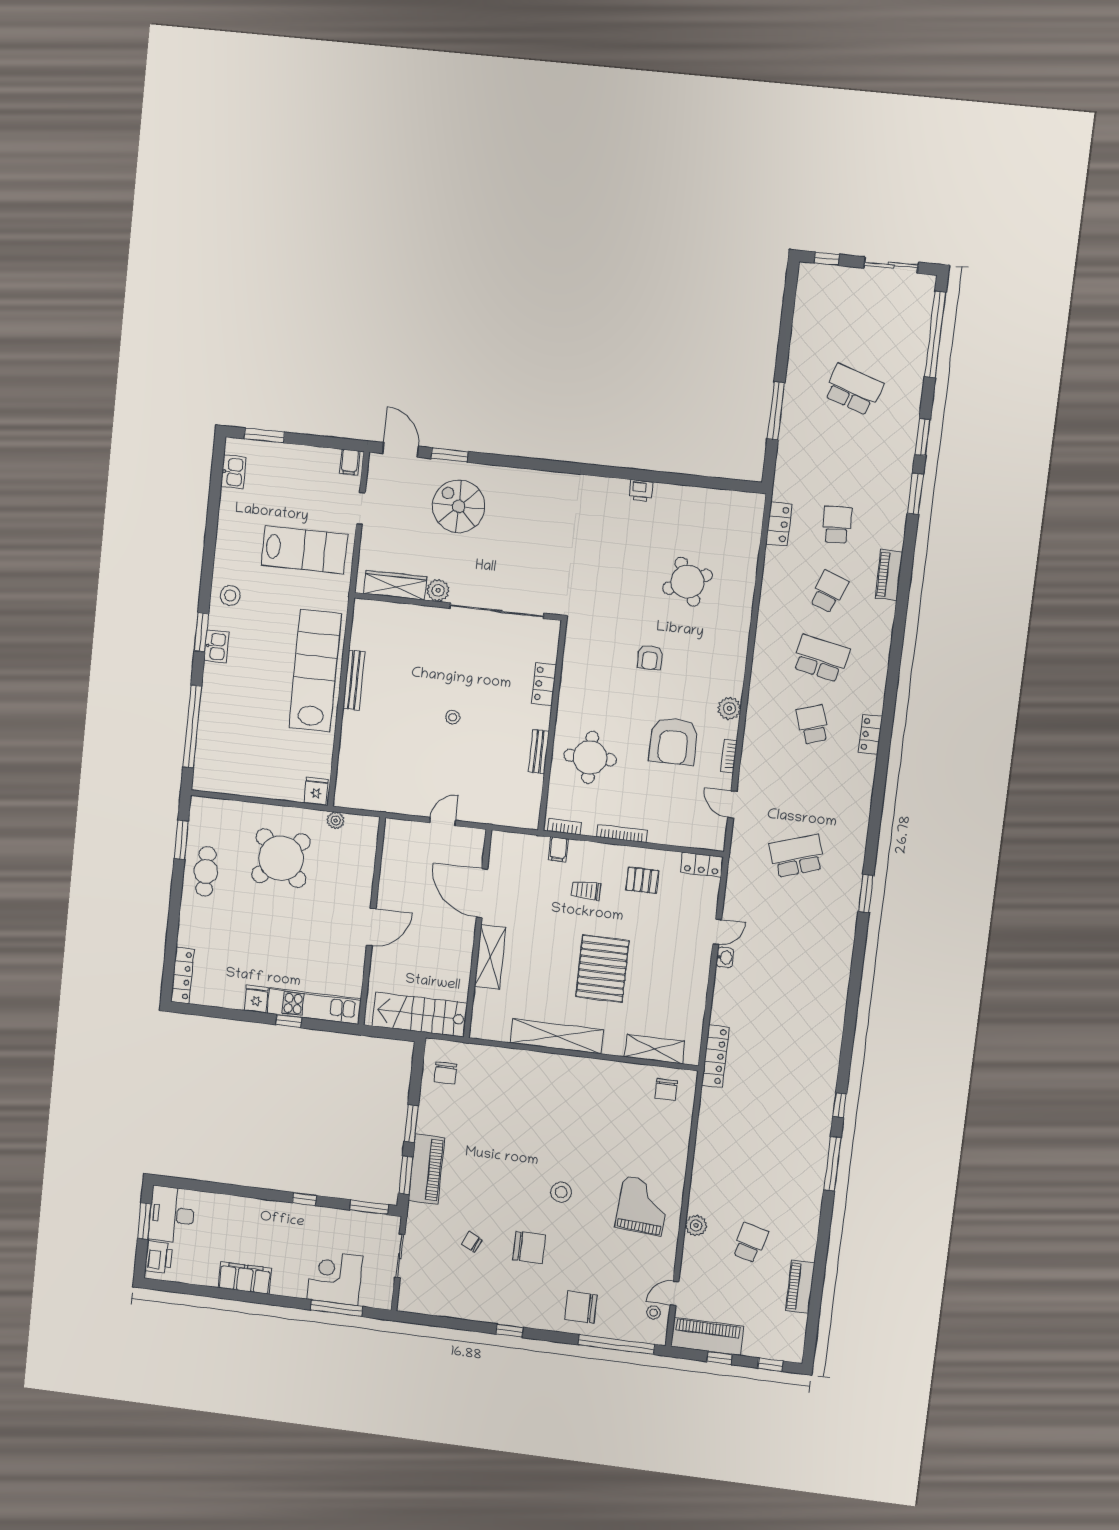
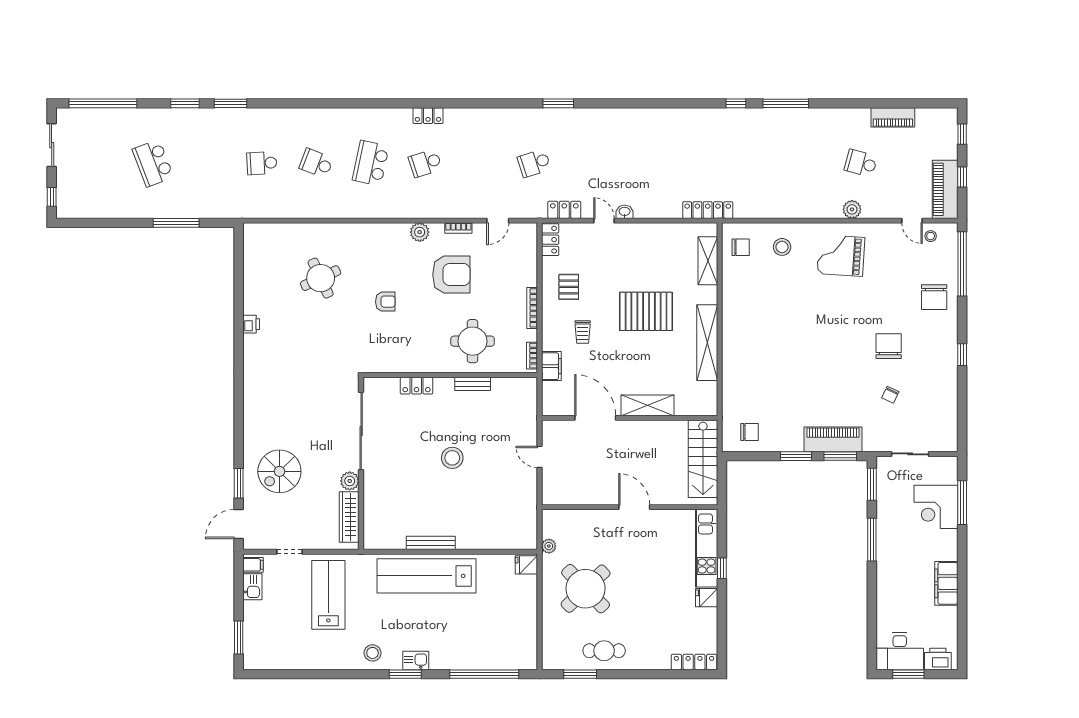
school desk: (853, 390) -> (153, 163), turned -39
kitchen sink: (233, 472) -> (252, 587), moved, turned 90
locker: (779, 524) -> (564, 210), moved
piano: (889, 575) -> (298, 117), removed
stool: (453, 717) -> (452, 458), width x1.89, depth x1.89
filing cabinet: (558, 849) -> (551, 366), width x2.00
school desk: (797, 856) -> (534, 163), width x0.54
door: (482, 893) -> (595, 418), swing flipped
stool: (561, 1192) -> (782, 247), moved
window: (304, 1199) -> (872, 540), width x2.17

